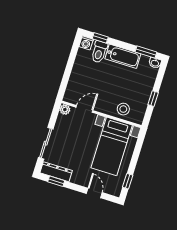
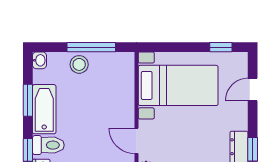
window: (146, 52) -> (28, 100), moved
window: (153, 99) -> (91, 47), width x2.17
stool: (123, 109) -> (79, 64), moved

